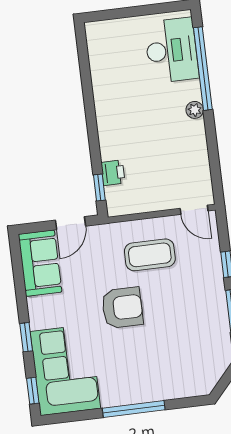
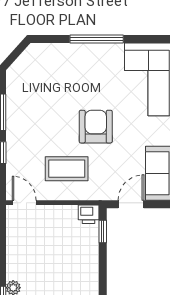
printer: (113, 173) -> (89, 214), moved, turned -90
armchair: (122, 308) -> (96, 127), turned 90

